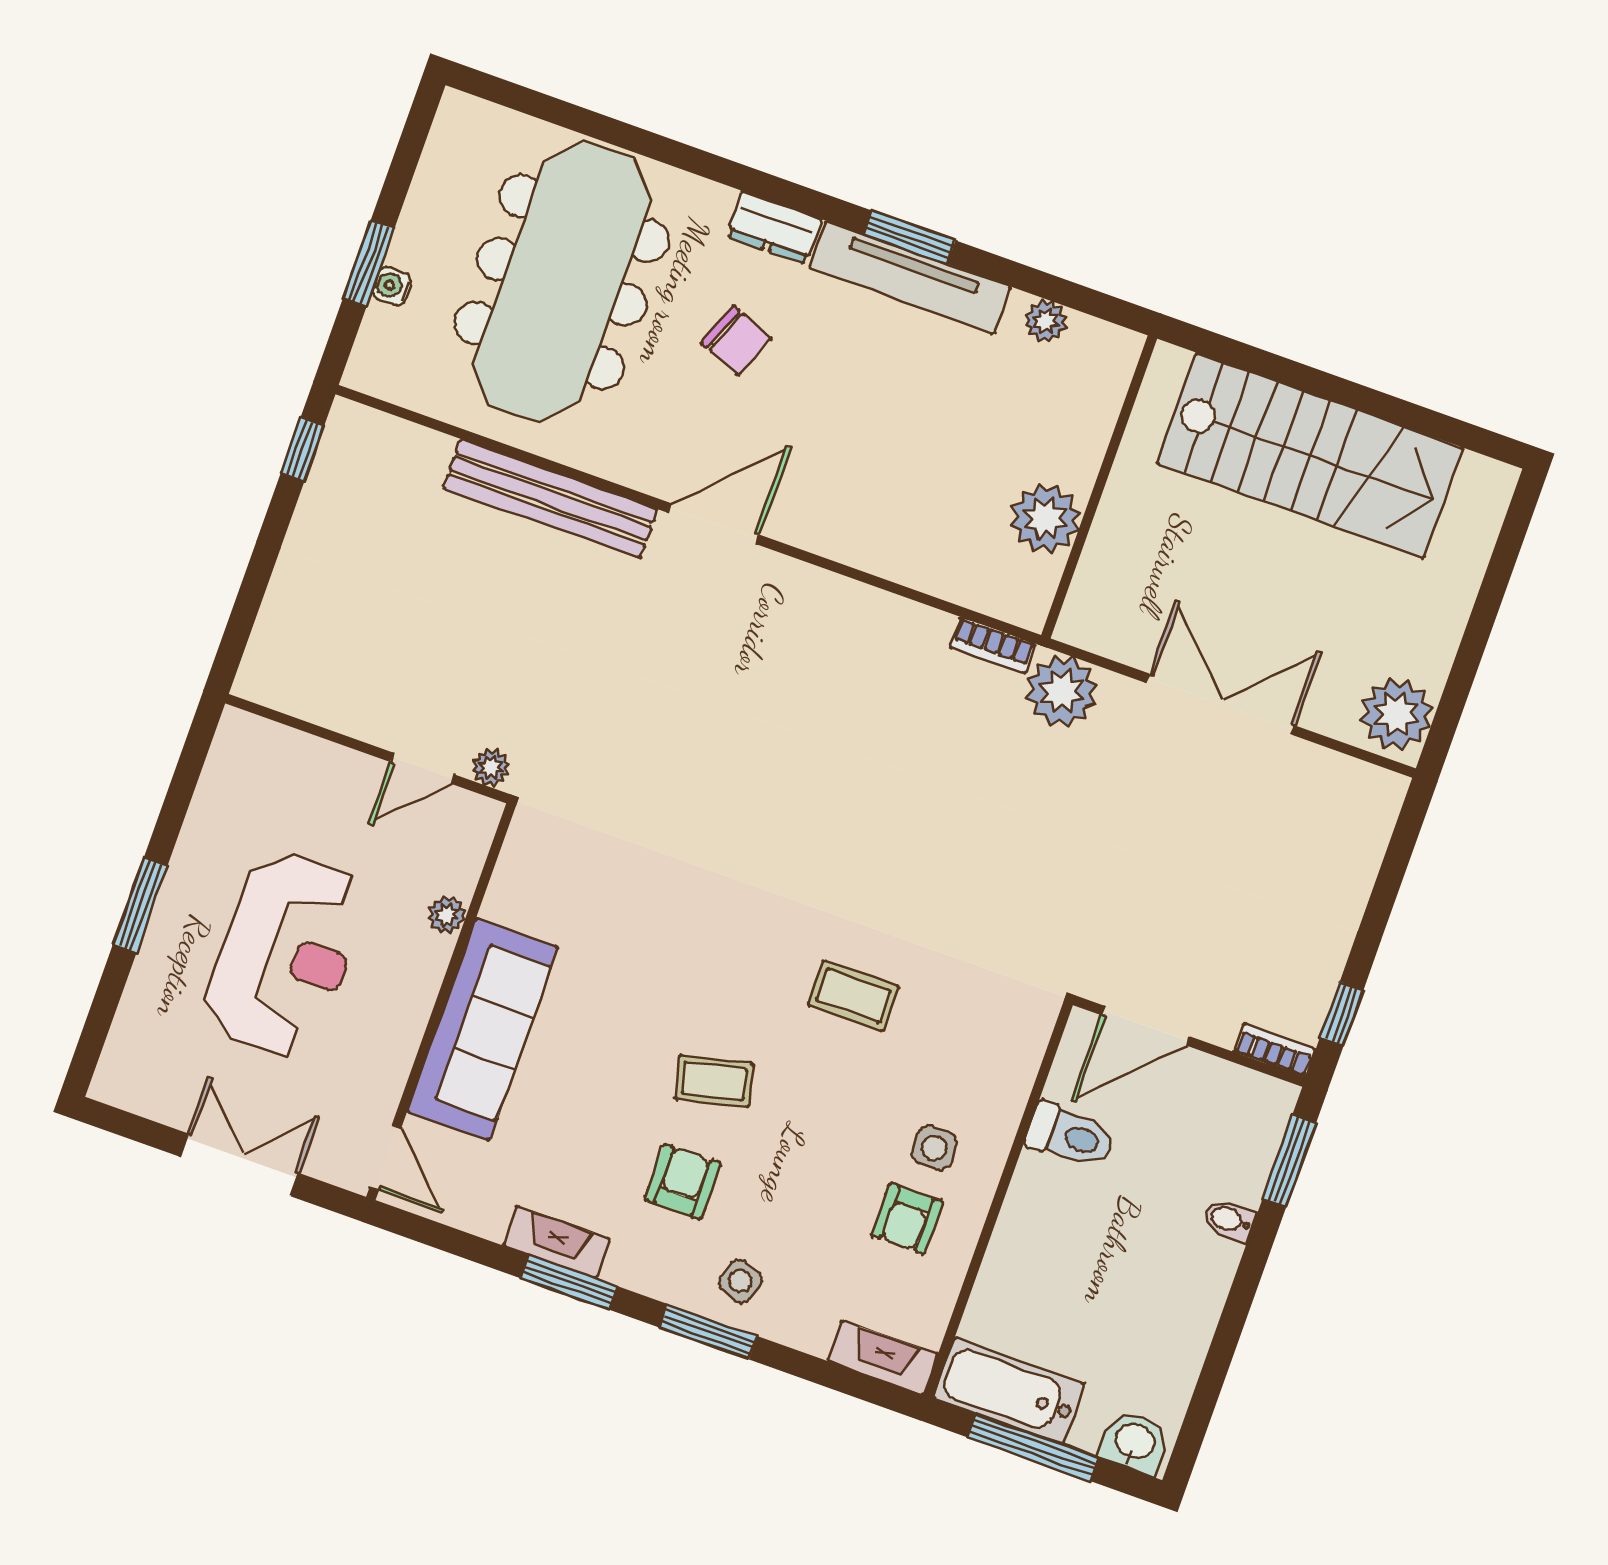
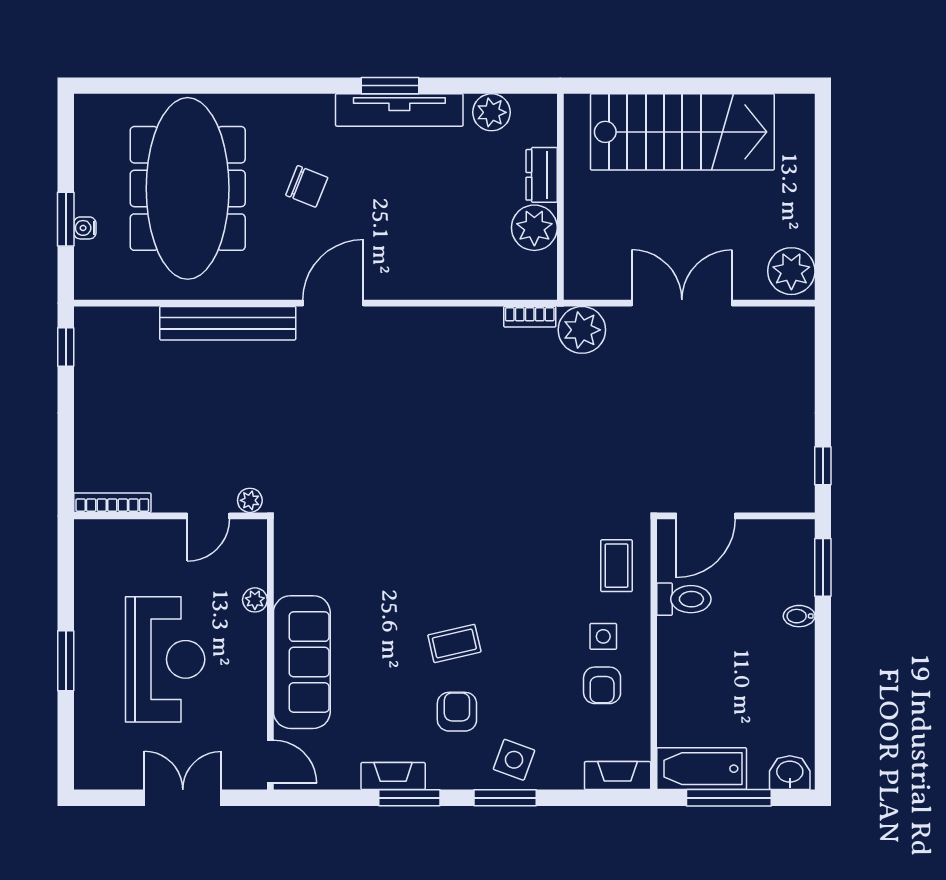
dresser: (774, 228) -> (542, 175), moved, turned 90
plant: (1046, 321) -> (492, 112), width x1.38, depth x1.38
coffee table: (853, 996) -> (617, 566), moved, turned 90
bookcase: (1275, 1050) -> (112, 503), moved, width x1.56
side table: (740, 1281) -> (514, 760), width x1.37, depth x1.37

